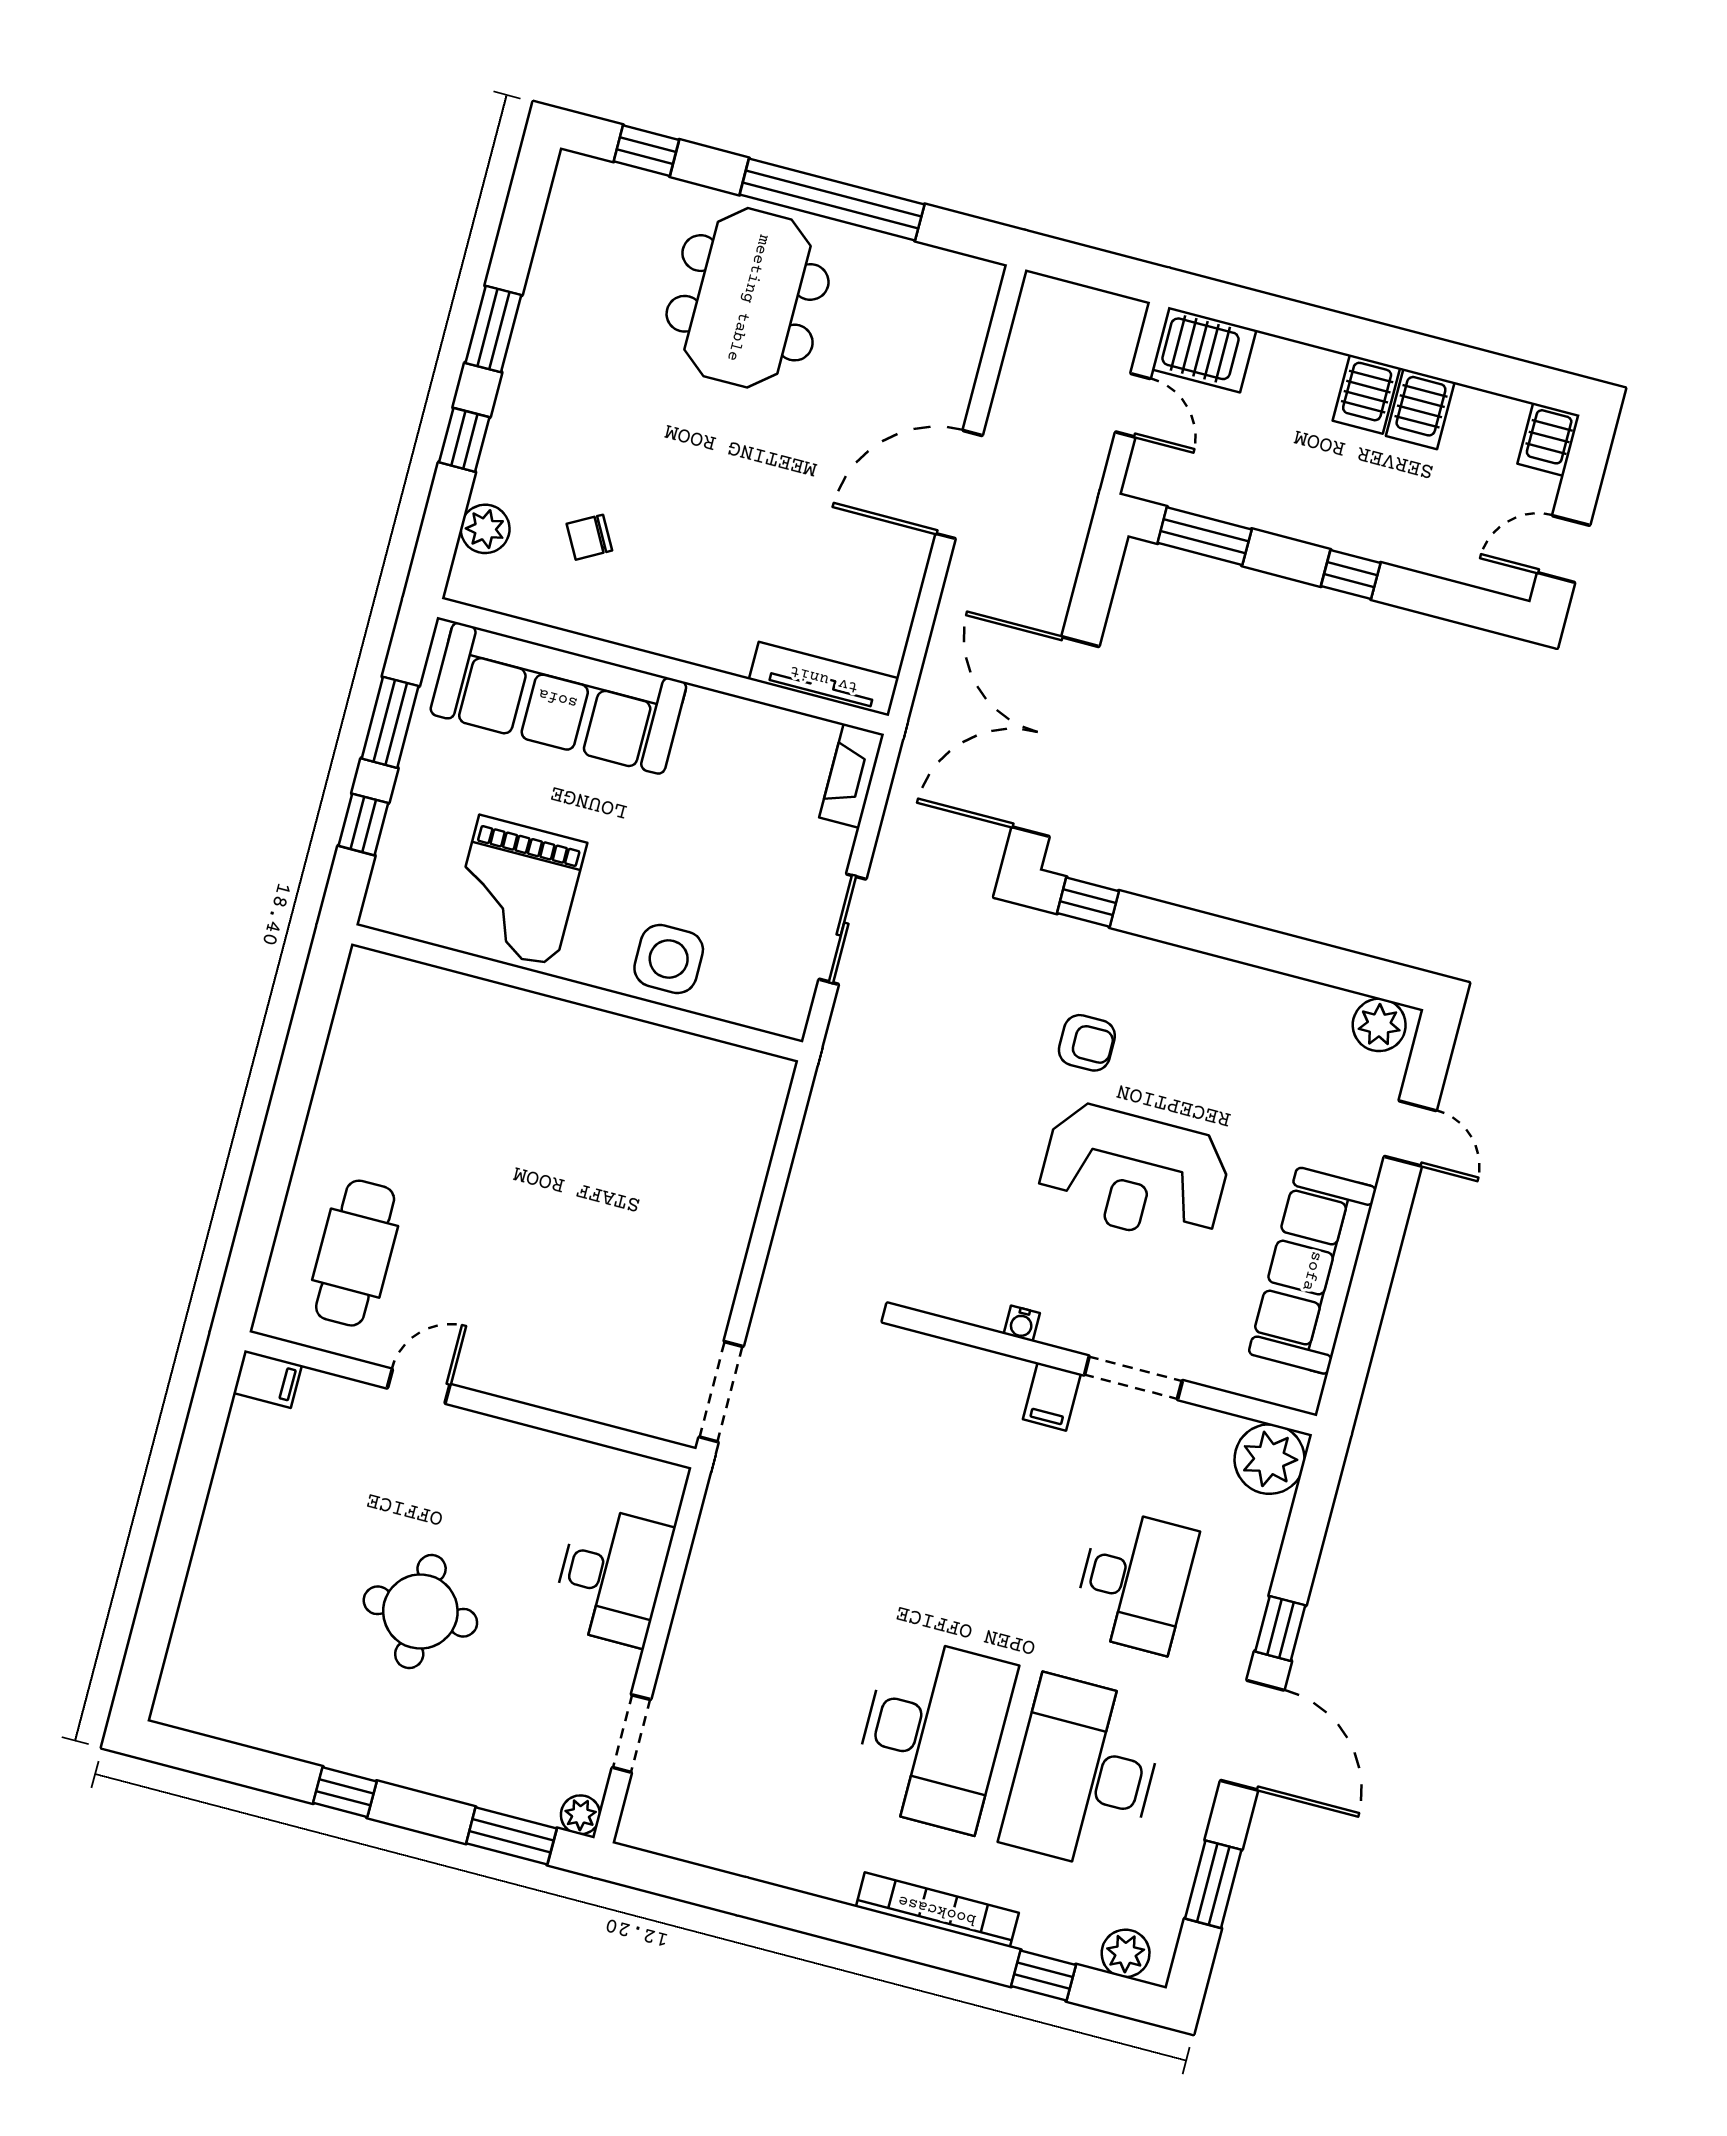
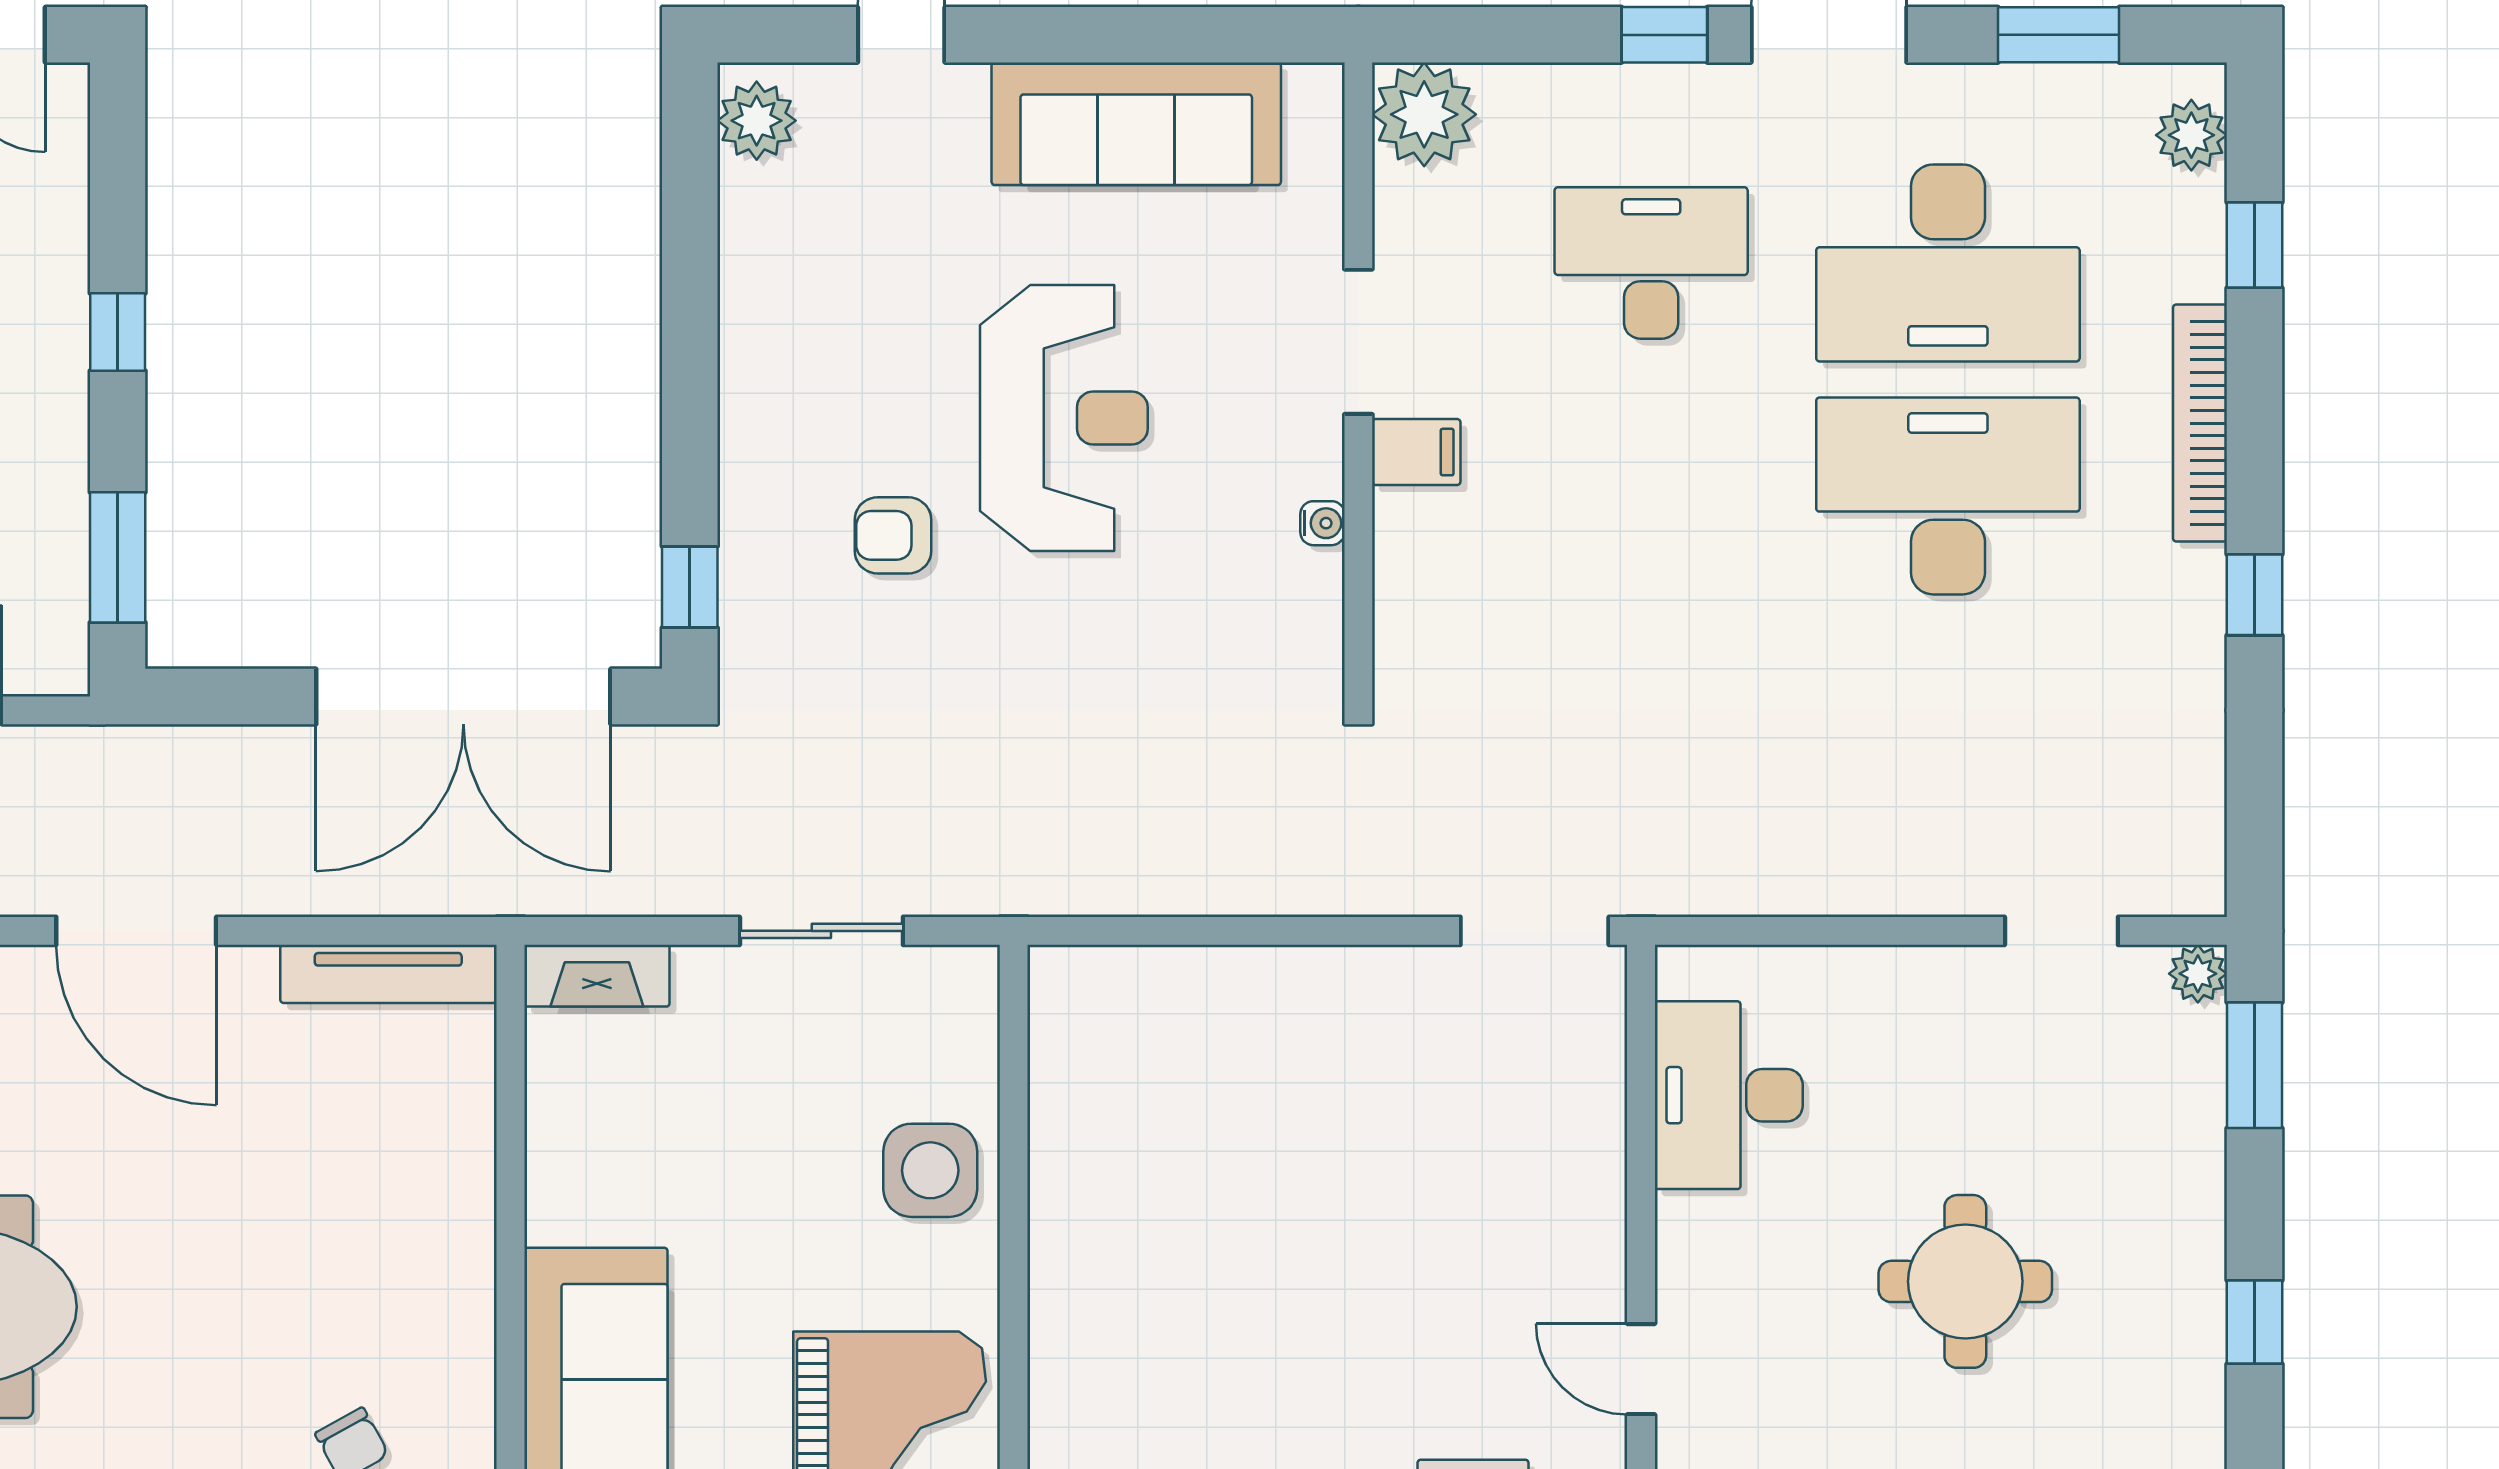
tv unit: (824, 679) -> (388, 974), moved, turned -90
armchair: (1087, 1043) -> (893, 535), turned -90
desk: (612, 1576) -> (1729, 1095), moved, turned -90
window: (817, 1916) -> (2254, 595), added

